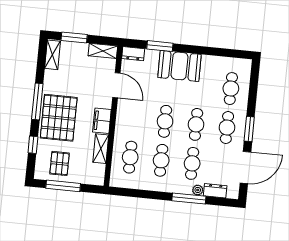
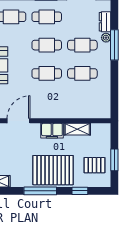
cafe table: (130, 157) -> (82, 102), removed
window: (63, 186) -> (114, 160), width x0.69

